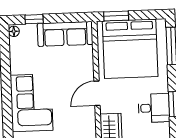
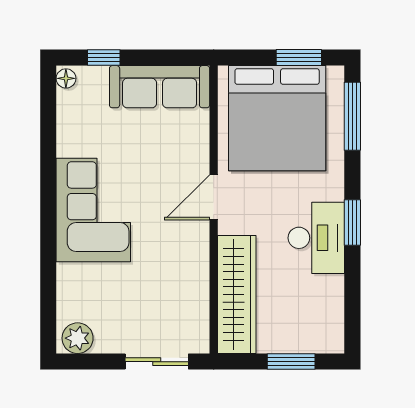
window: (116, 16) -> (299, 58), moved
desk: (154, 108) -> (316, 238), width x1.37

